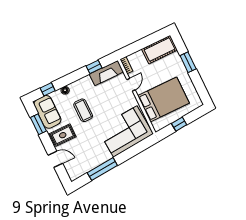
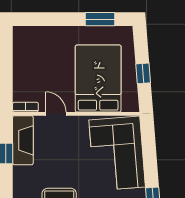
cot: (159, 50) -> (26, 51), removed
window: (188, 62) -> (100, 19), moved

